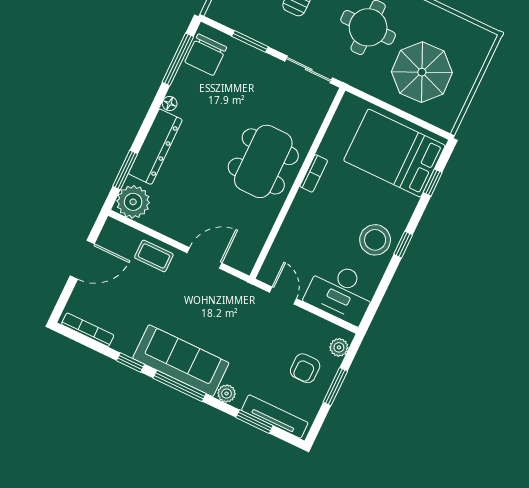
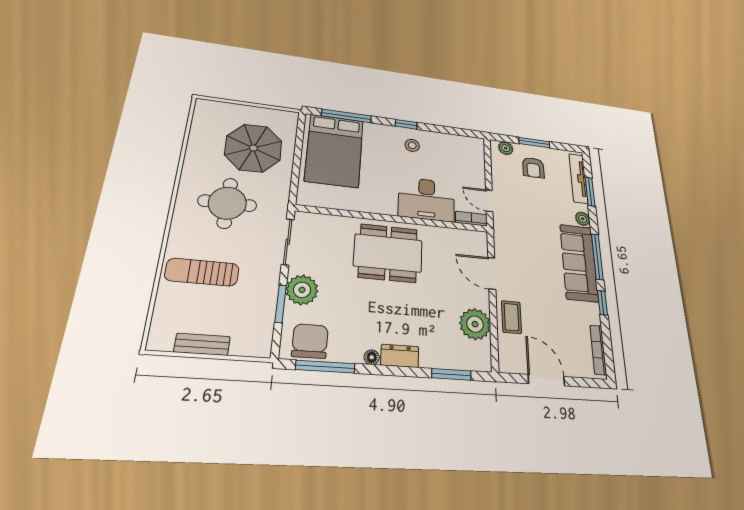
chair: (206, 55) -> (310, 341), turned -90
plant: (256, 65) -> (302, 290), added
dresser: (155, 147) -> (400, 356), width x0.51, depth x0.80
bookcase: (314, 173) -> (471, 219), moved
window: (433, 183) -> (346, 116), width x2.17
plant: (133, 202) -> (475, 324), moved
stool: (375, 240) -> (412, 145), width x0.53, depth x0.53
desk: (341, 292) -> (427, 199), moved, turned 90
door: (283, 295) -> (489, 201), hinge flipped
armchair: (305, 368) -> (533, 168), turned 90

